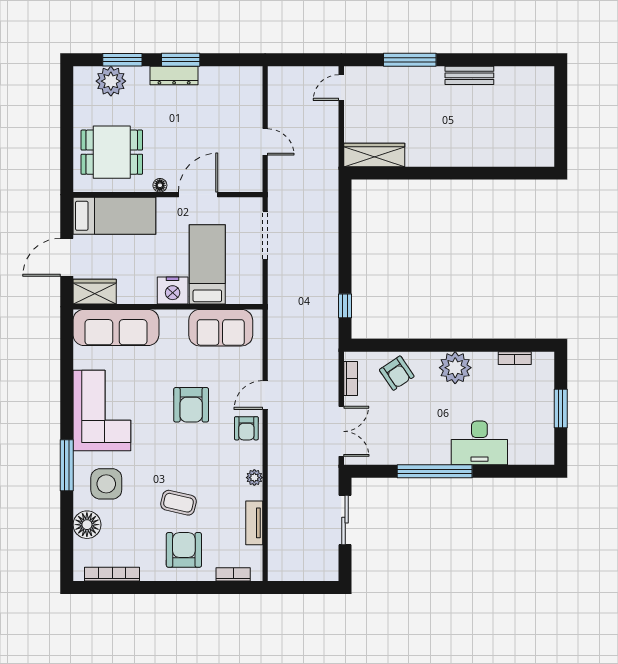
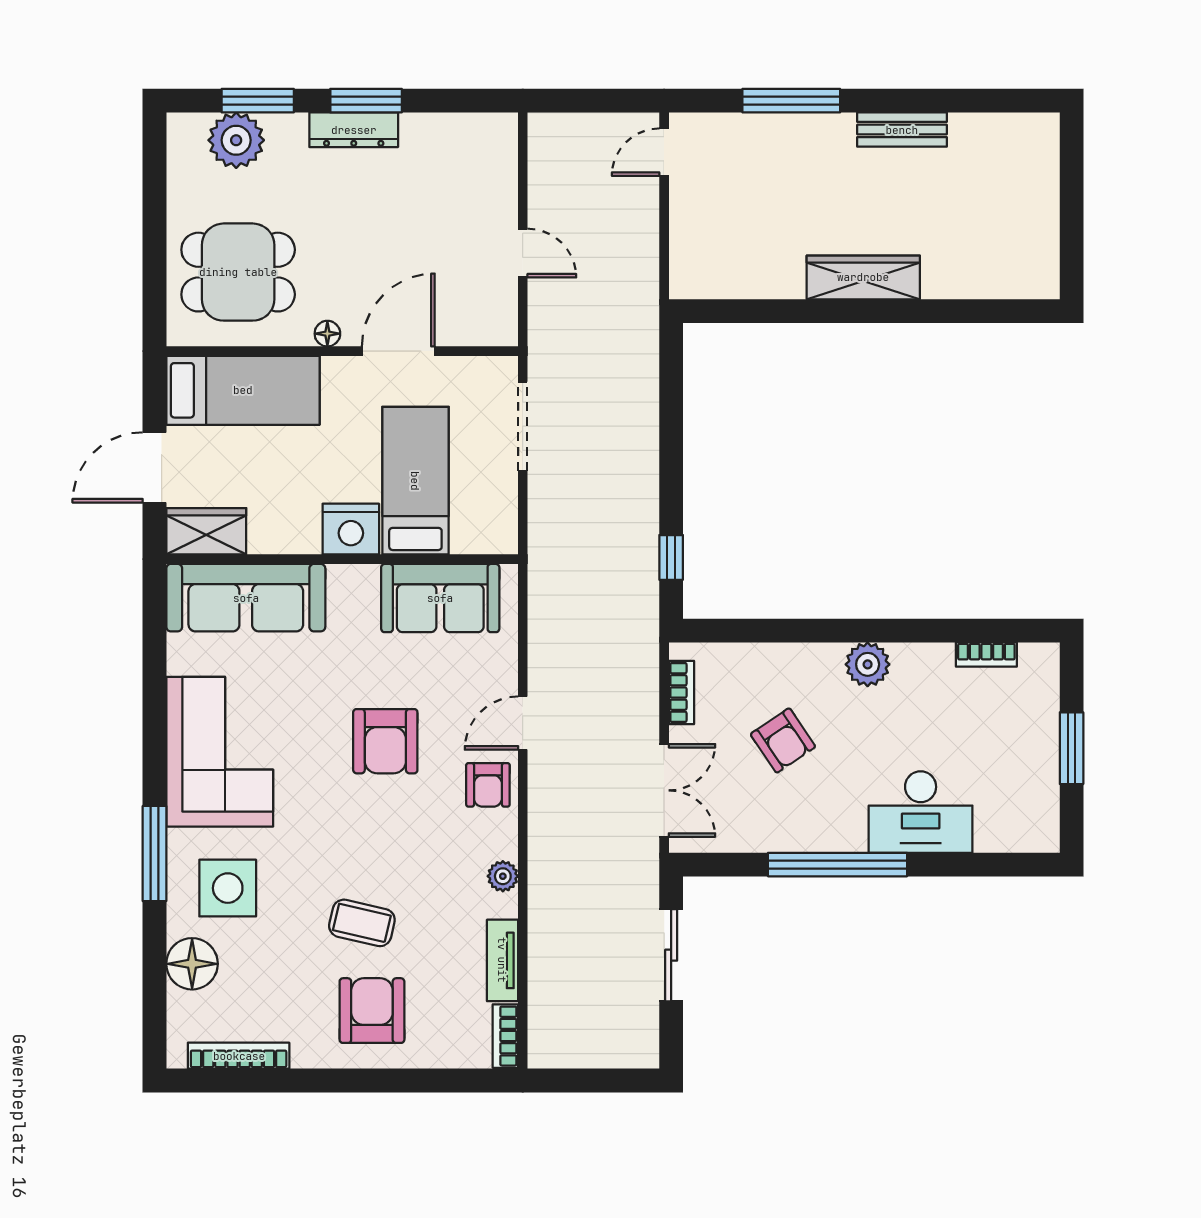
wardrobe: (374, 155) -> (863, 277), moved
plant: (455, 368) -> (868, 664), width x0.73, depth x0.73
armchair: (397, 373) -> (783, 740), moved
bookcase: (233, 574) -> (505, 1036), moved, turned -90

